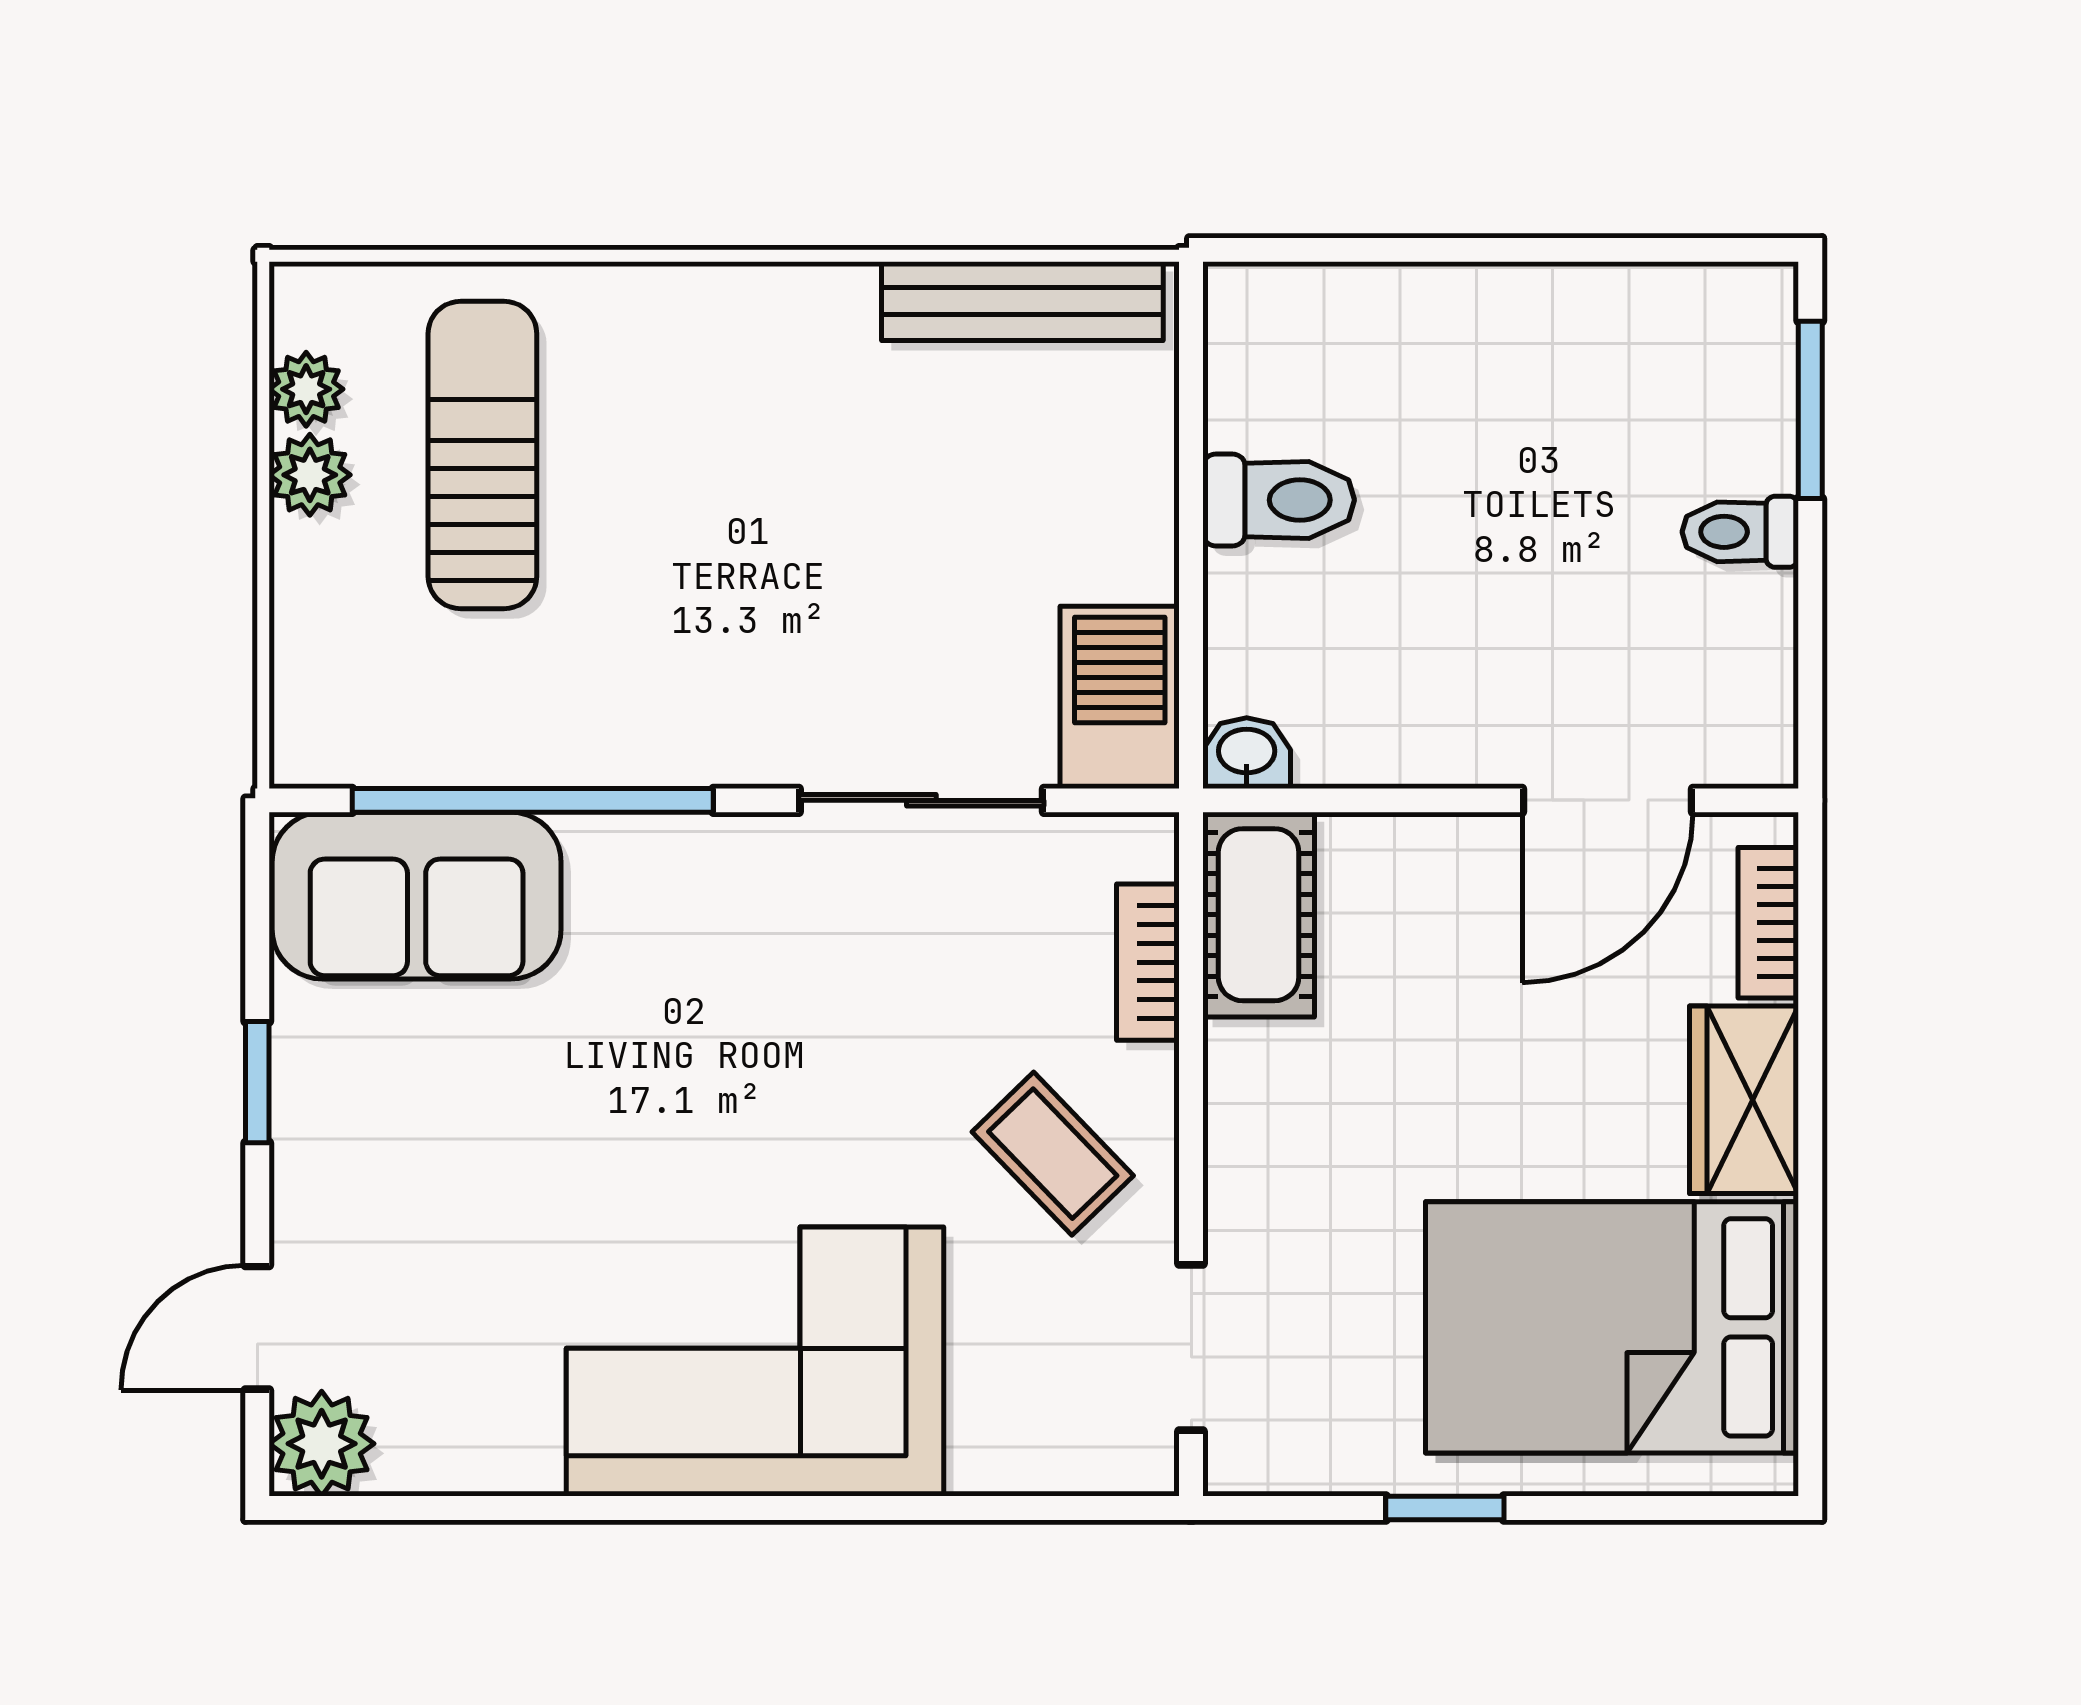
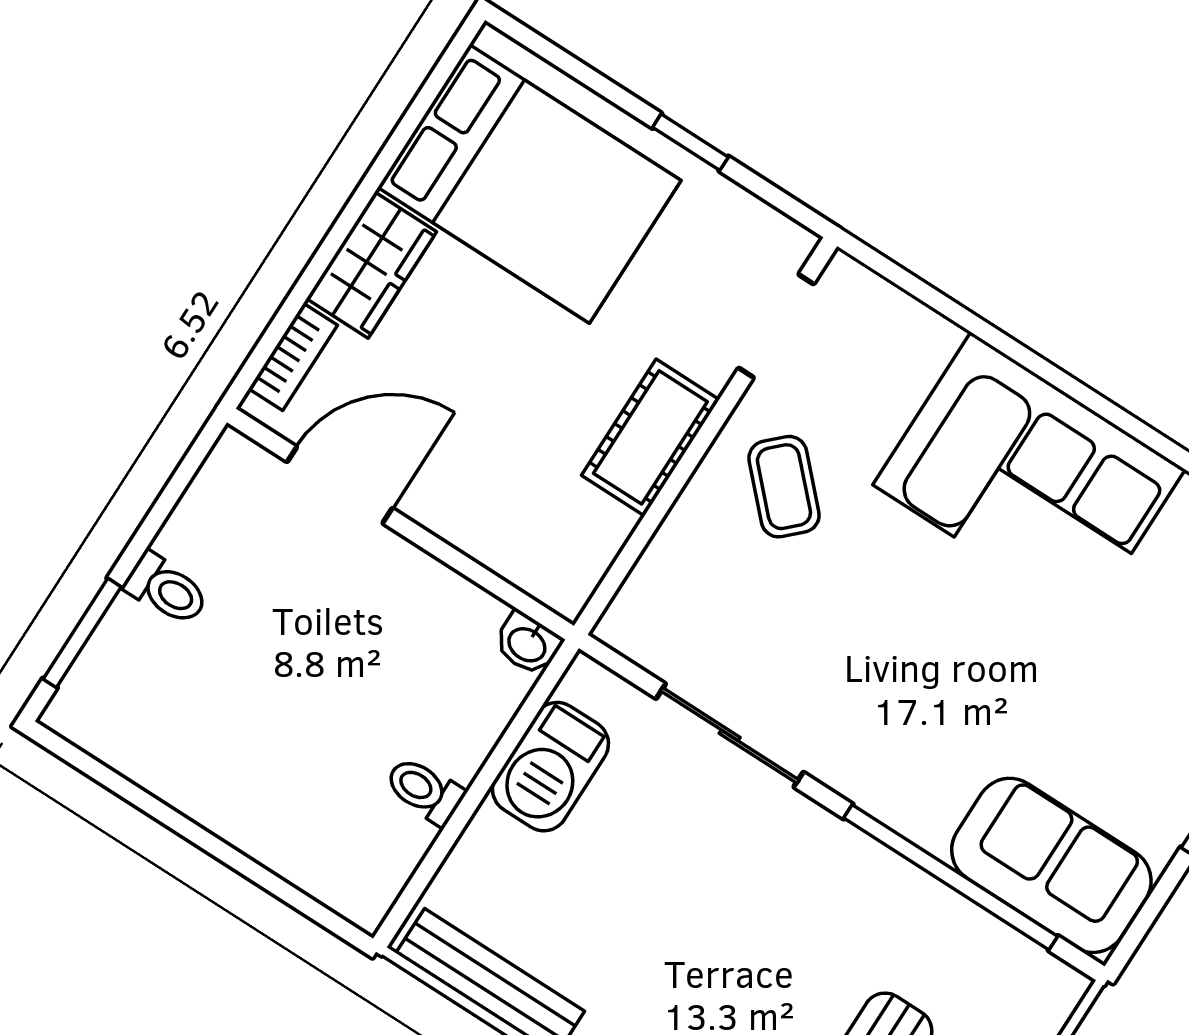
toilet: (1279, 500) -> (425, 791), width x0.73, depth x0.72
barbecue: (1120, 697) -> (550, 767), moved
cot: (1259, 915) -> (650, 437), moved
bookcase: (1148, 962) -> (660, 561), removed

